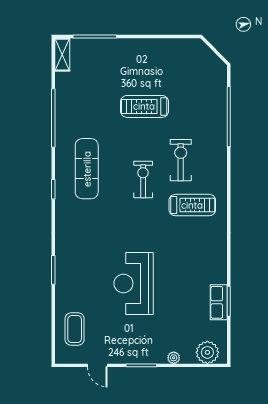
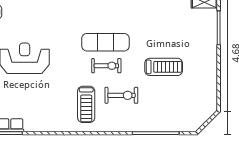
treadmill: (144, 106) -> (164, 67), turned 90
exercise mat: (87, 169) -> (106, 42), moved

